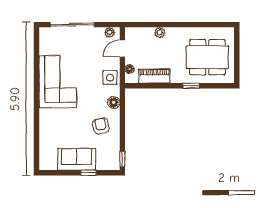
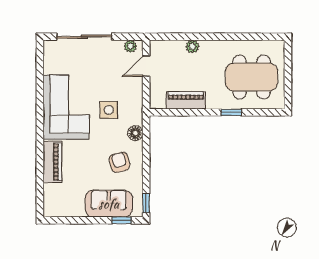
floor lamp: (130, 69) -> (155, 92), removed
side table: (110, 78) -> (109, 110), moved
piano: (47, 126) -> (52, 162), added
sofa: (77, 159) -> (109, 204), moved
window: (89, 173) -> (121, 220), moved

